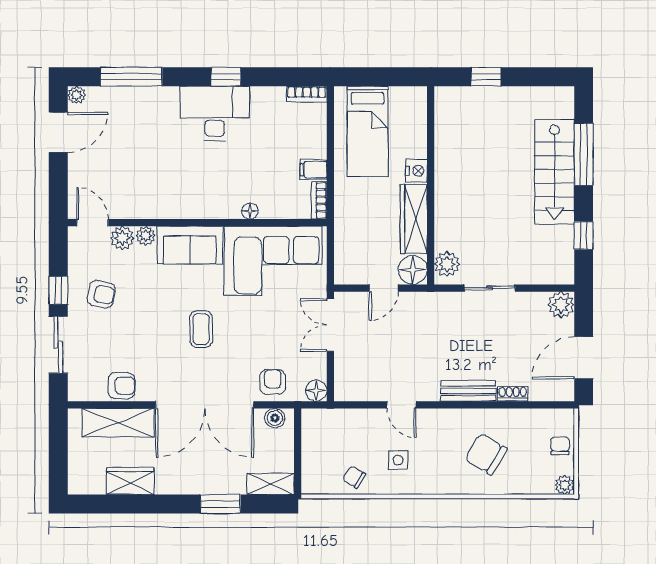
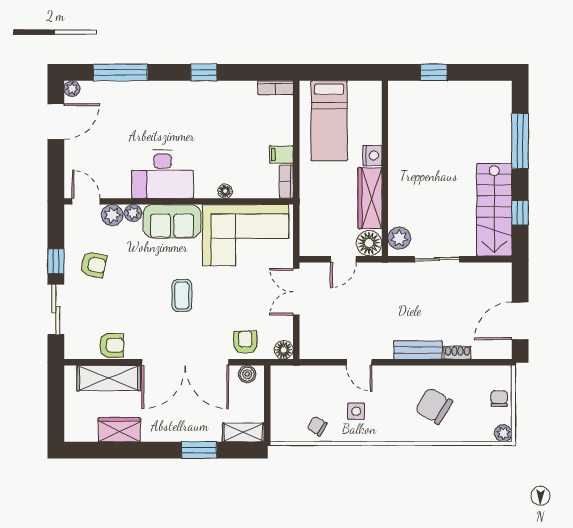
desk: (215, 113) -> (163, 174), moved, turned 180
stairs: (554, 172) -> (494, 210), moved
plant: (561, 305) -> (500, 274), removed

